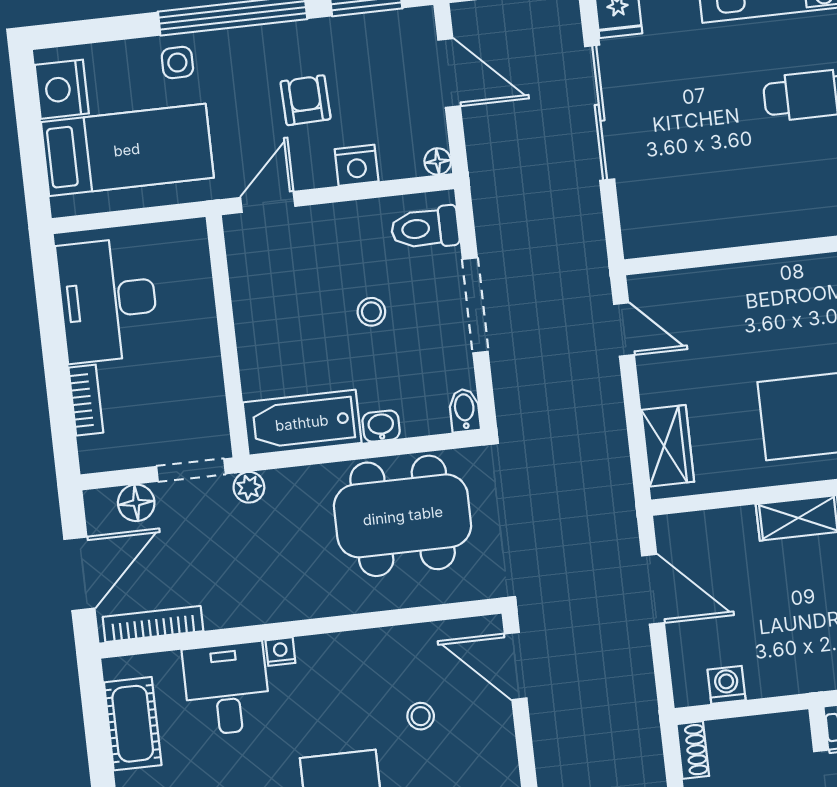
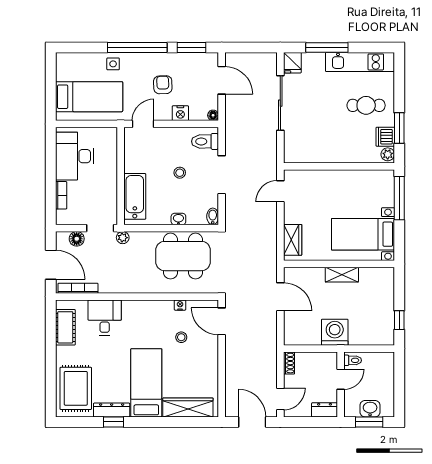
nightstand: (62, 89) -> (65, 69), removed
door: (624, 330) -> (280, 191), swing flipped
bathtub: (302, 423) -> (135, 196), moved, turned 90
door: (79, 574) -> (51, 265), hinge flipped
nightstand: (280, 652) -> (180, 305), moved
washing machine: (727, 685) -> (335, 332), moved, width x1.89, depth x1.89

